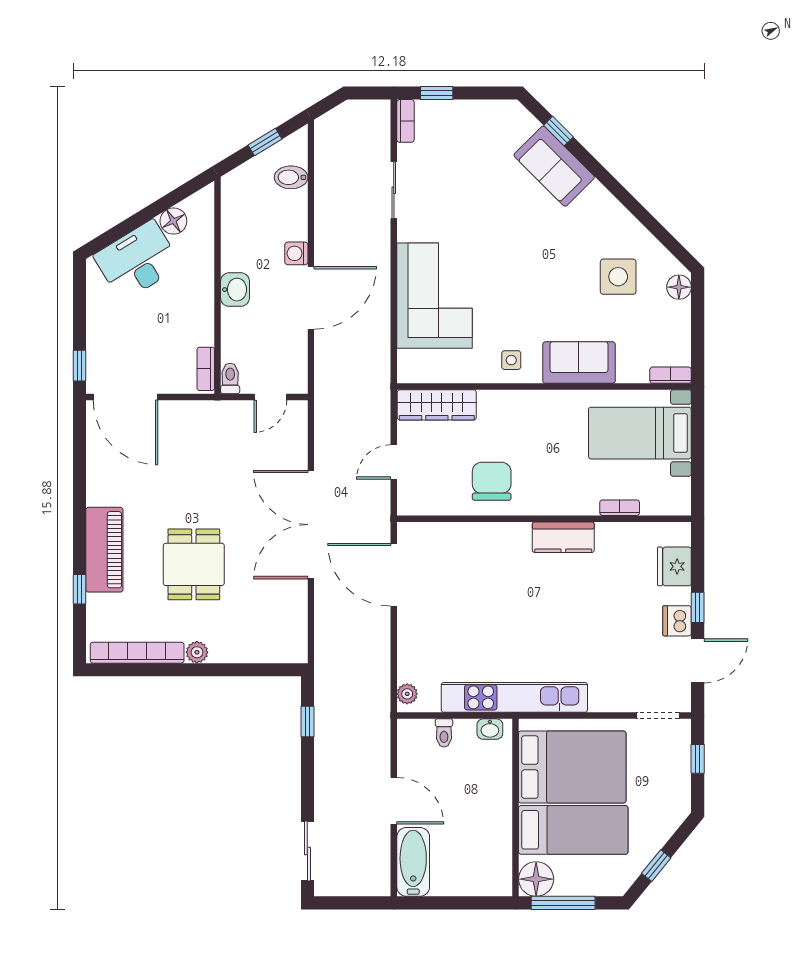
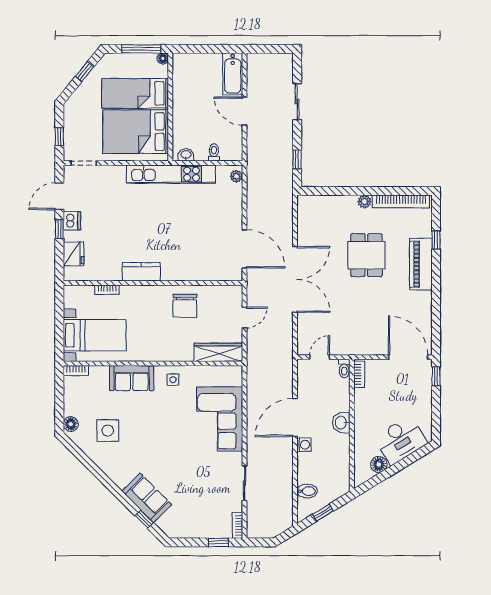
sliding door: (307, 851) -> (297, 102), moved
floor lamp: (536, 879) -> (163, 58), width x0.53, depth x0.53

